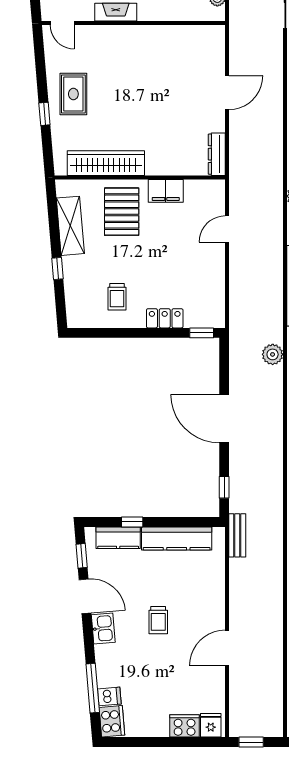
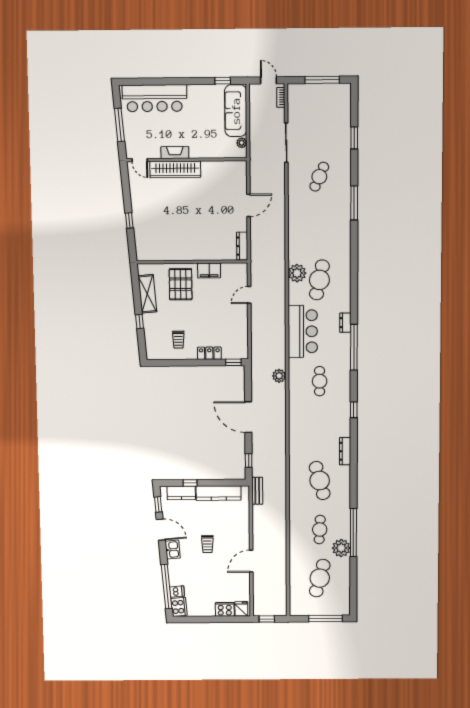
rug: (73, 94) -> (148, 207), removed
wardrobe: (106, 163) -> (175, 169), moved, turned 180
window: (93, 688) -> (167, 587), width x1.46

